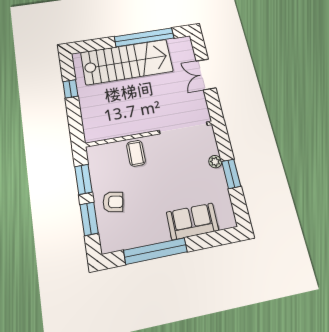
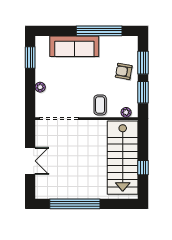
stairs: (127, 62) -> (123, 158), moved, turned -90
plant: (101, 150) -> (126, 112), added
window: (231, 174) -> (30, 57), moved
sofa: (192, 221) -> (74, 46), width x1.36

